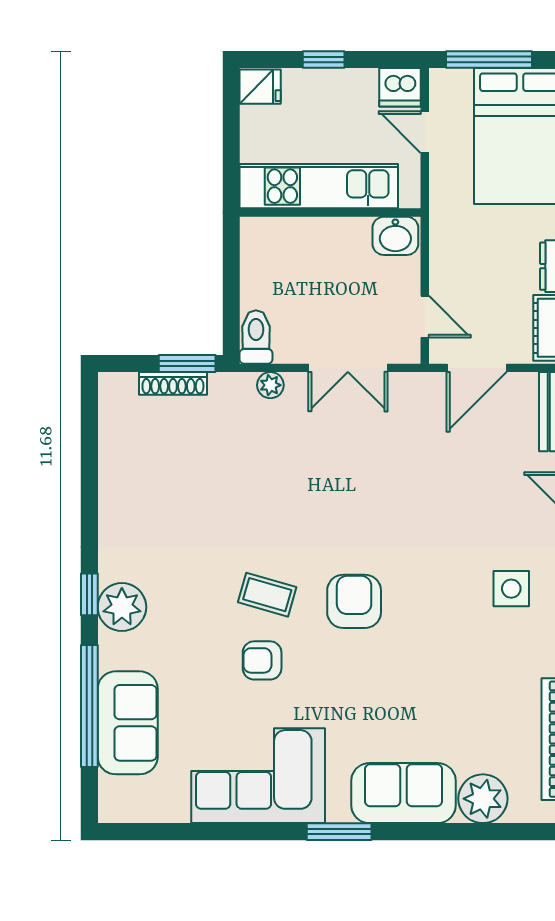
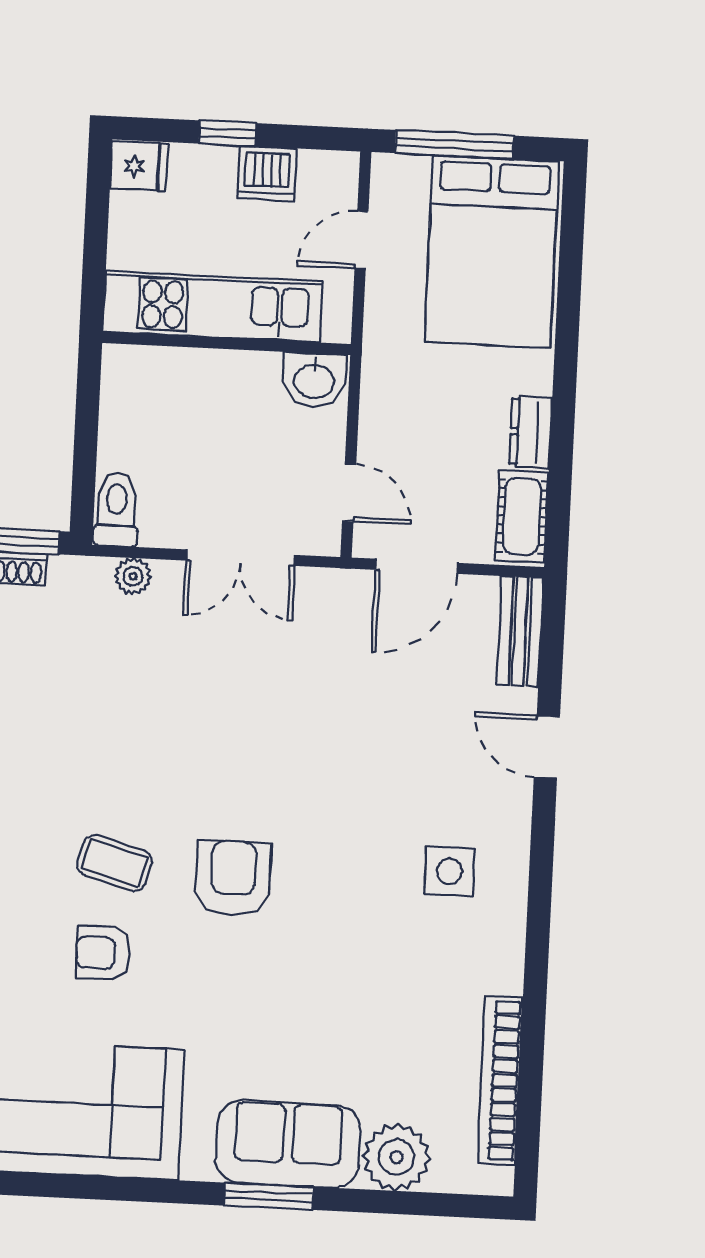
dishwasher: (400, 87) -> (267, 174), moved
door: (425, 132) -> (361, 240), hinge flipped
window: (339, 832) -> (269, 1196), moved

